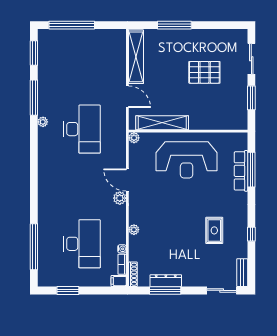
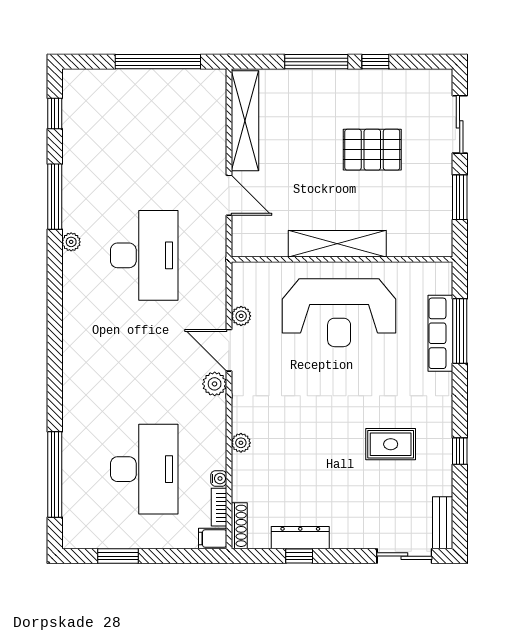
window: (72, 25) -> (158, 62), moved
window: (206, 25) -> (375, 62), added
window: (34, 53) -> (55, 114), width x0.67
shelving: (162, 123) -> (337, 244), moved
plant: (134, 138) -> (241, 316), moved
rug: (214, 230) -> (391, 444), turned 90
window: (165, 290) -> (299, 556), width x0.46

